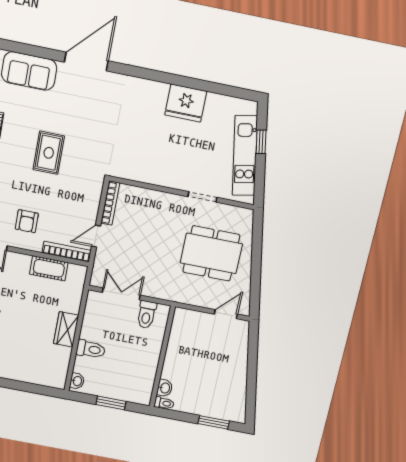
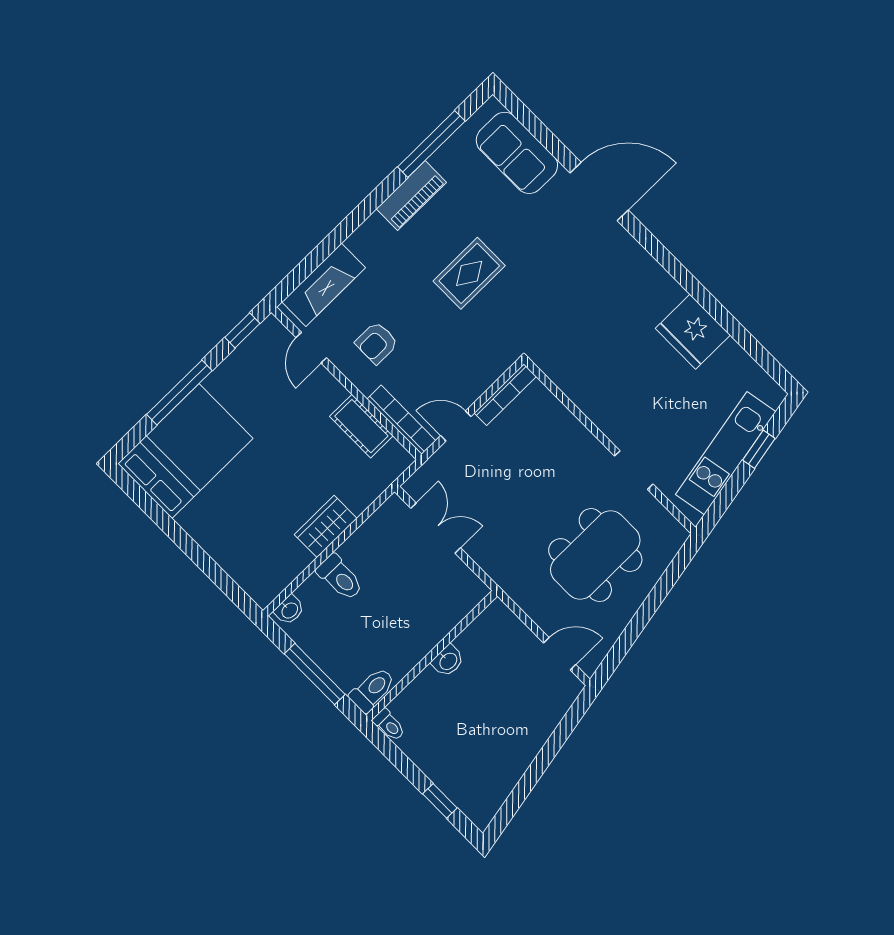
dining table: (211, 253) -> (595, 555), turned 90
toilet: (147, 315) -> (372, 690), moved, turned 180
washbasin: (165, 388) -> (448, 661), moved
window: (111, 403) -> (315, 674), width x1.44
window: (214, 422) -> (440, 801), width x0.67

